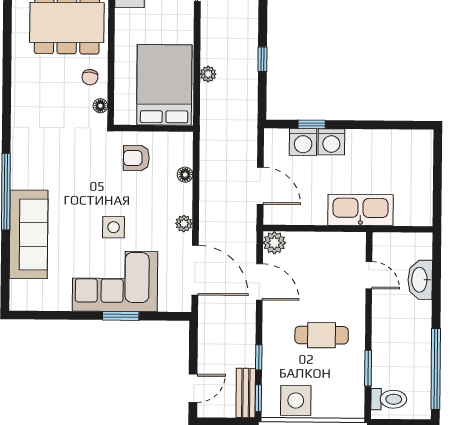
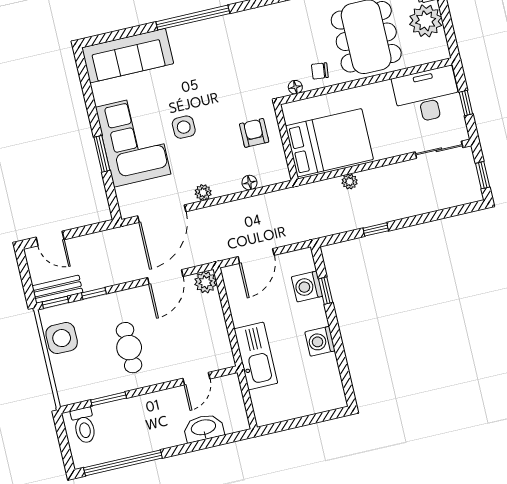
washing machine: (331, 142) -> (320, 341), moved
sofa: (29, 234) -> (128, 56), moved

